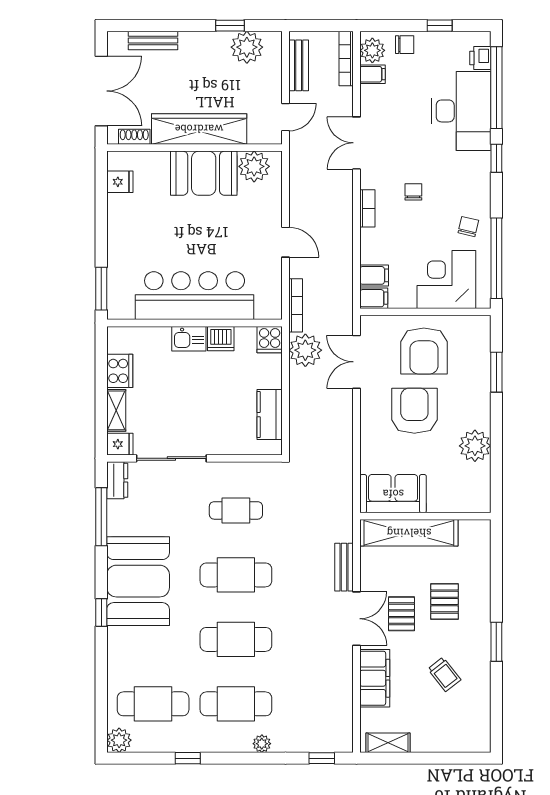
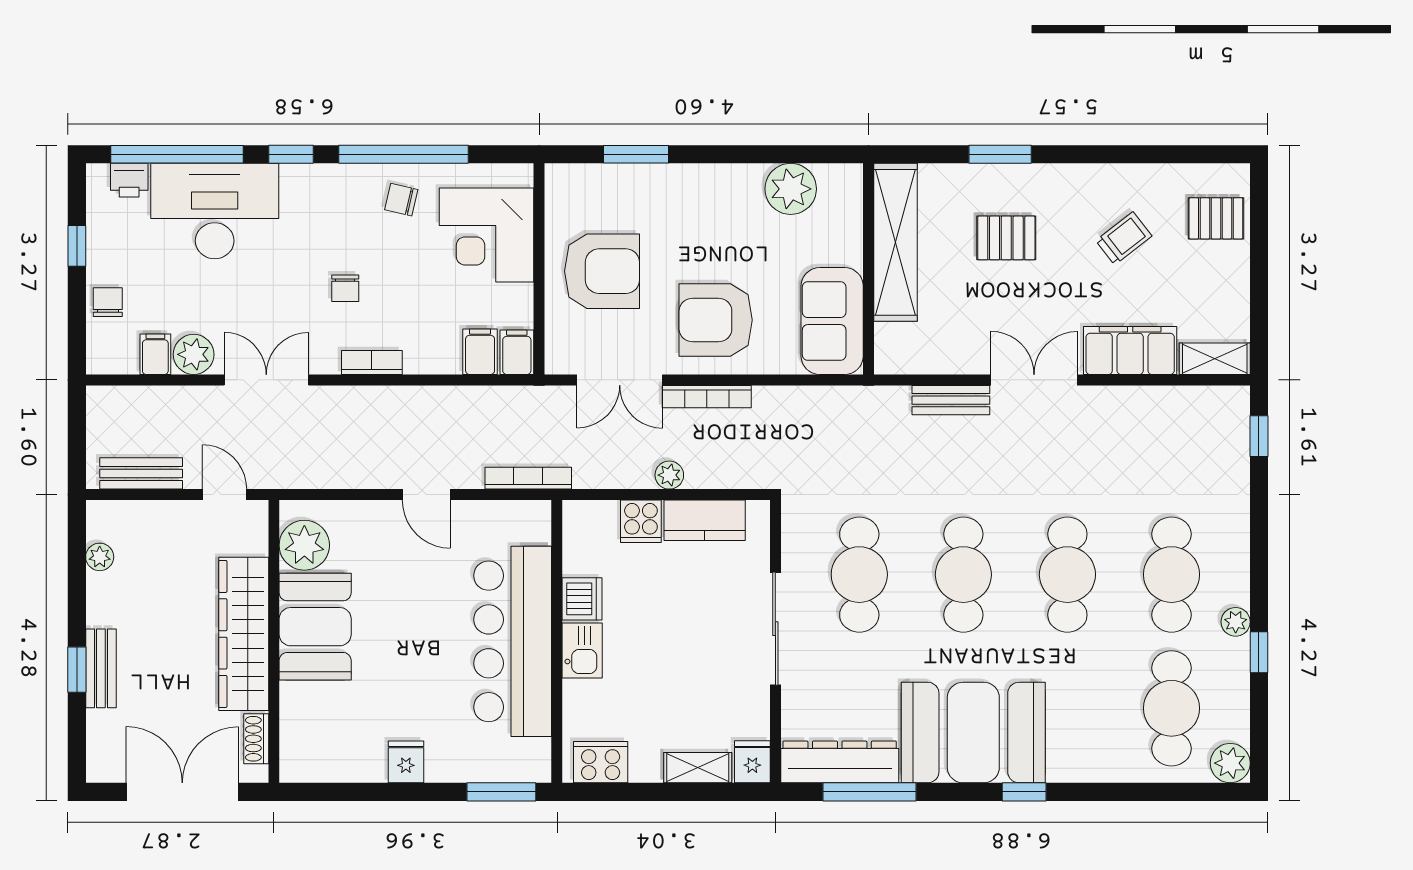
window: (230, 26) -> (77, 670), moved
bench: (153, 40) -> (101, 668), moved
plant: (247, 47) -> (100, 557), width x0.53, depth x0.53
plant: (372, 50) -> (194, 354), moved
bookcase: (346, 59) -> (707, 397), moved
double door: (357, 143) -> (266, 380), swing flipped
fridge: (120, 182) -> (406, 762), moved
chair: (413, 192) -> (345, 288), turned -90
door: (285, 242) -> (426, 495), swing flipped
window: (496, 258) -> (403, 154), moved
cooker: (270, 340) -> (641, 521), moved, turned 90
plant: (305, 350) -> (669, 475), moved, width x0.53, depth x0.53
cooker: (120, 371) -> (601, 762), moved
armchair: (414, 411) -> (716, 320), moved
plant: (475, 446) -> (791, 189), moved
sliding door: (171, 458) -> (775, 629), moved
dresser: (117, 480) -> (840, 762), width x1.96, depth x1.24
cafe table: (236, 510) -> (859, 575), width x1.37, depth x1.35
shelving: (409, 533) -> (895, 242), moved
pallet: (401, 614) -> (1216, 218), moved
window: (496, 642) -> (1000, 154), moved
shelving: (388, 743) -> (1215, 359), moved, turned 90
plant: (262, 744) -> (1236, 622), moved

